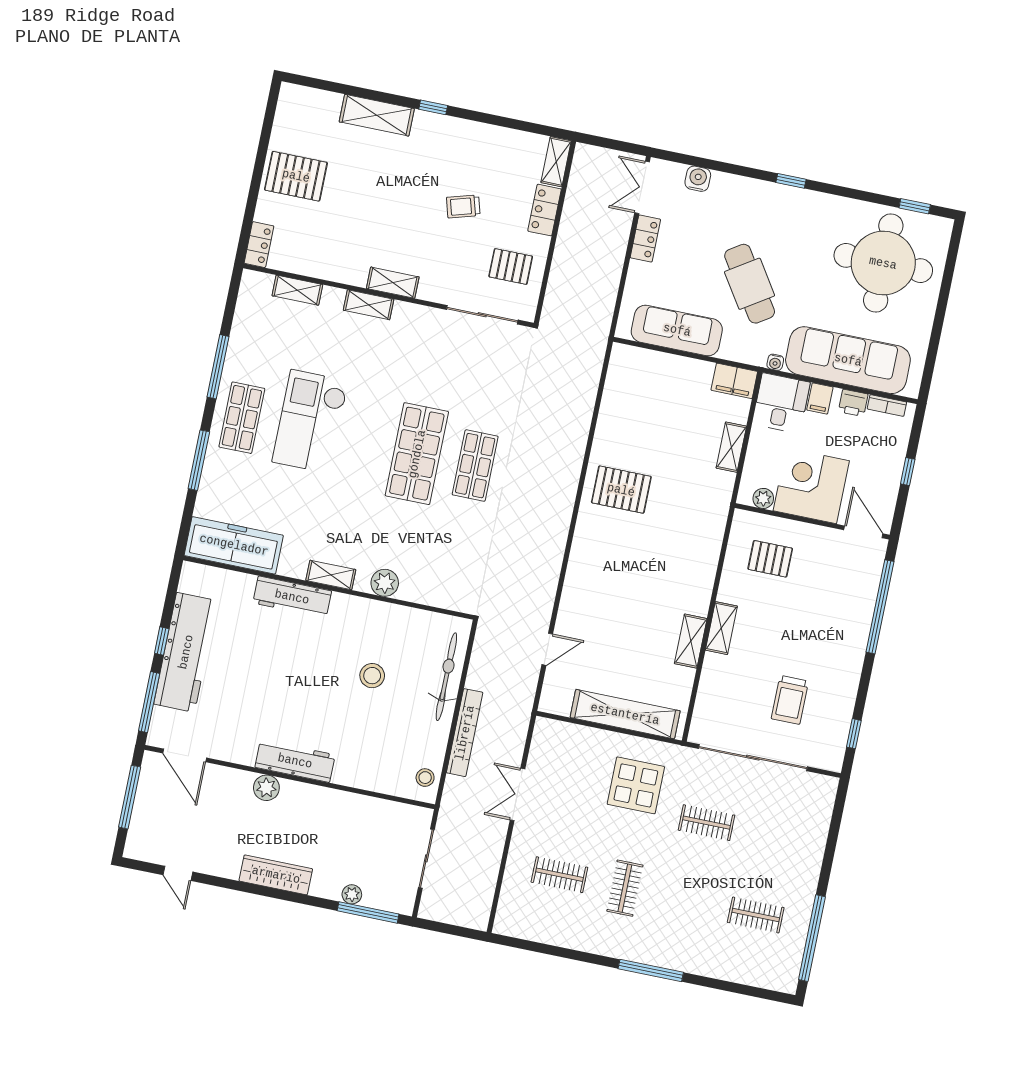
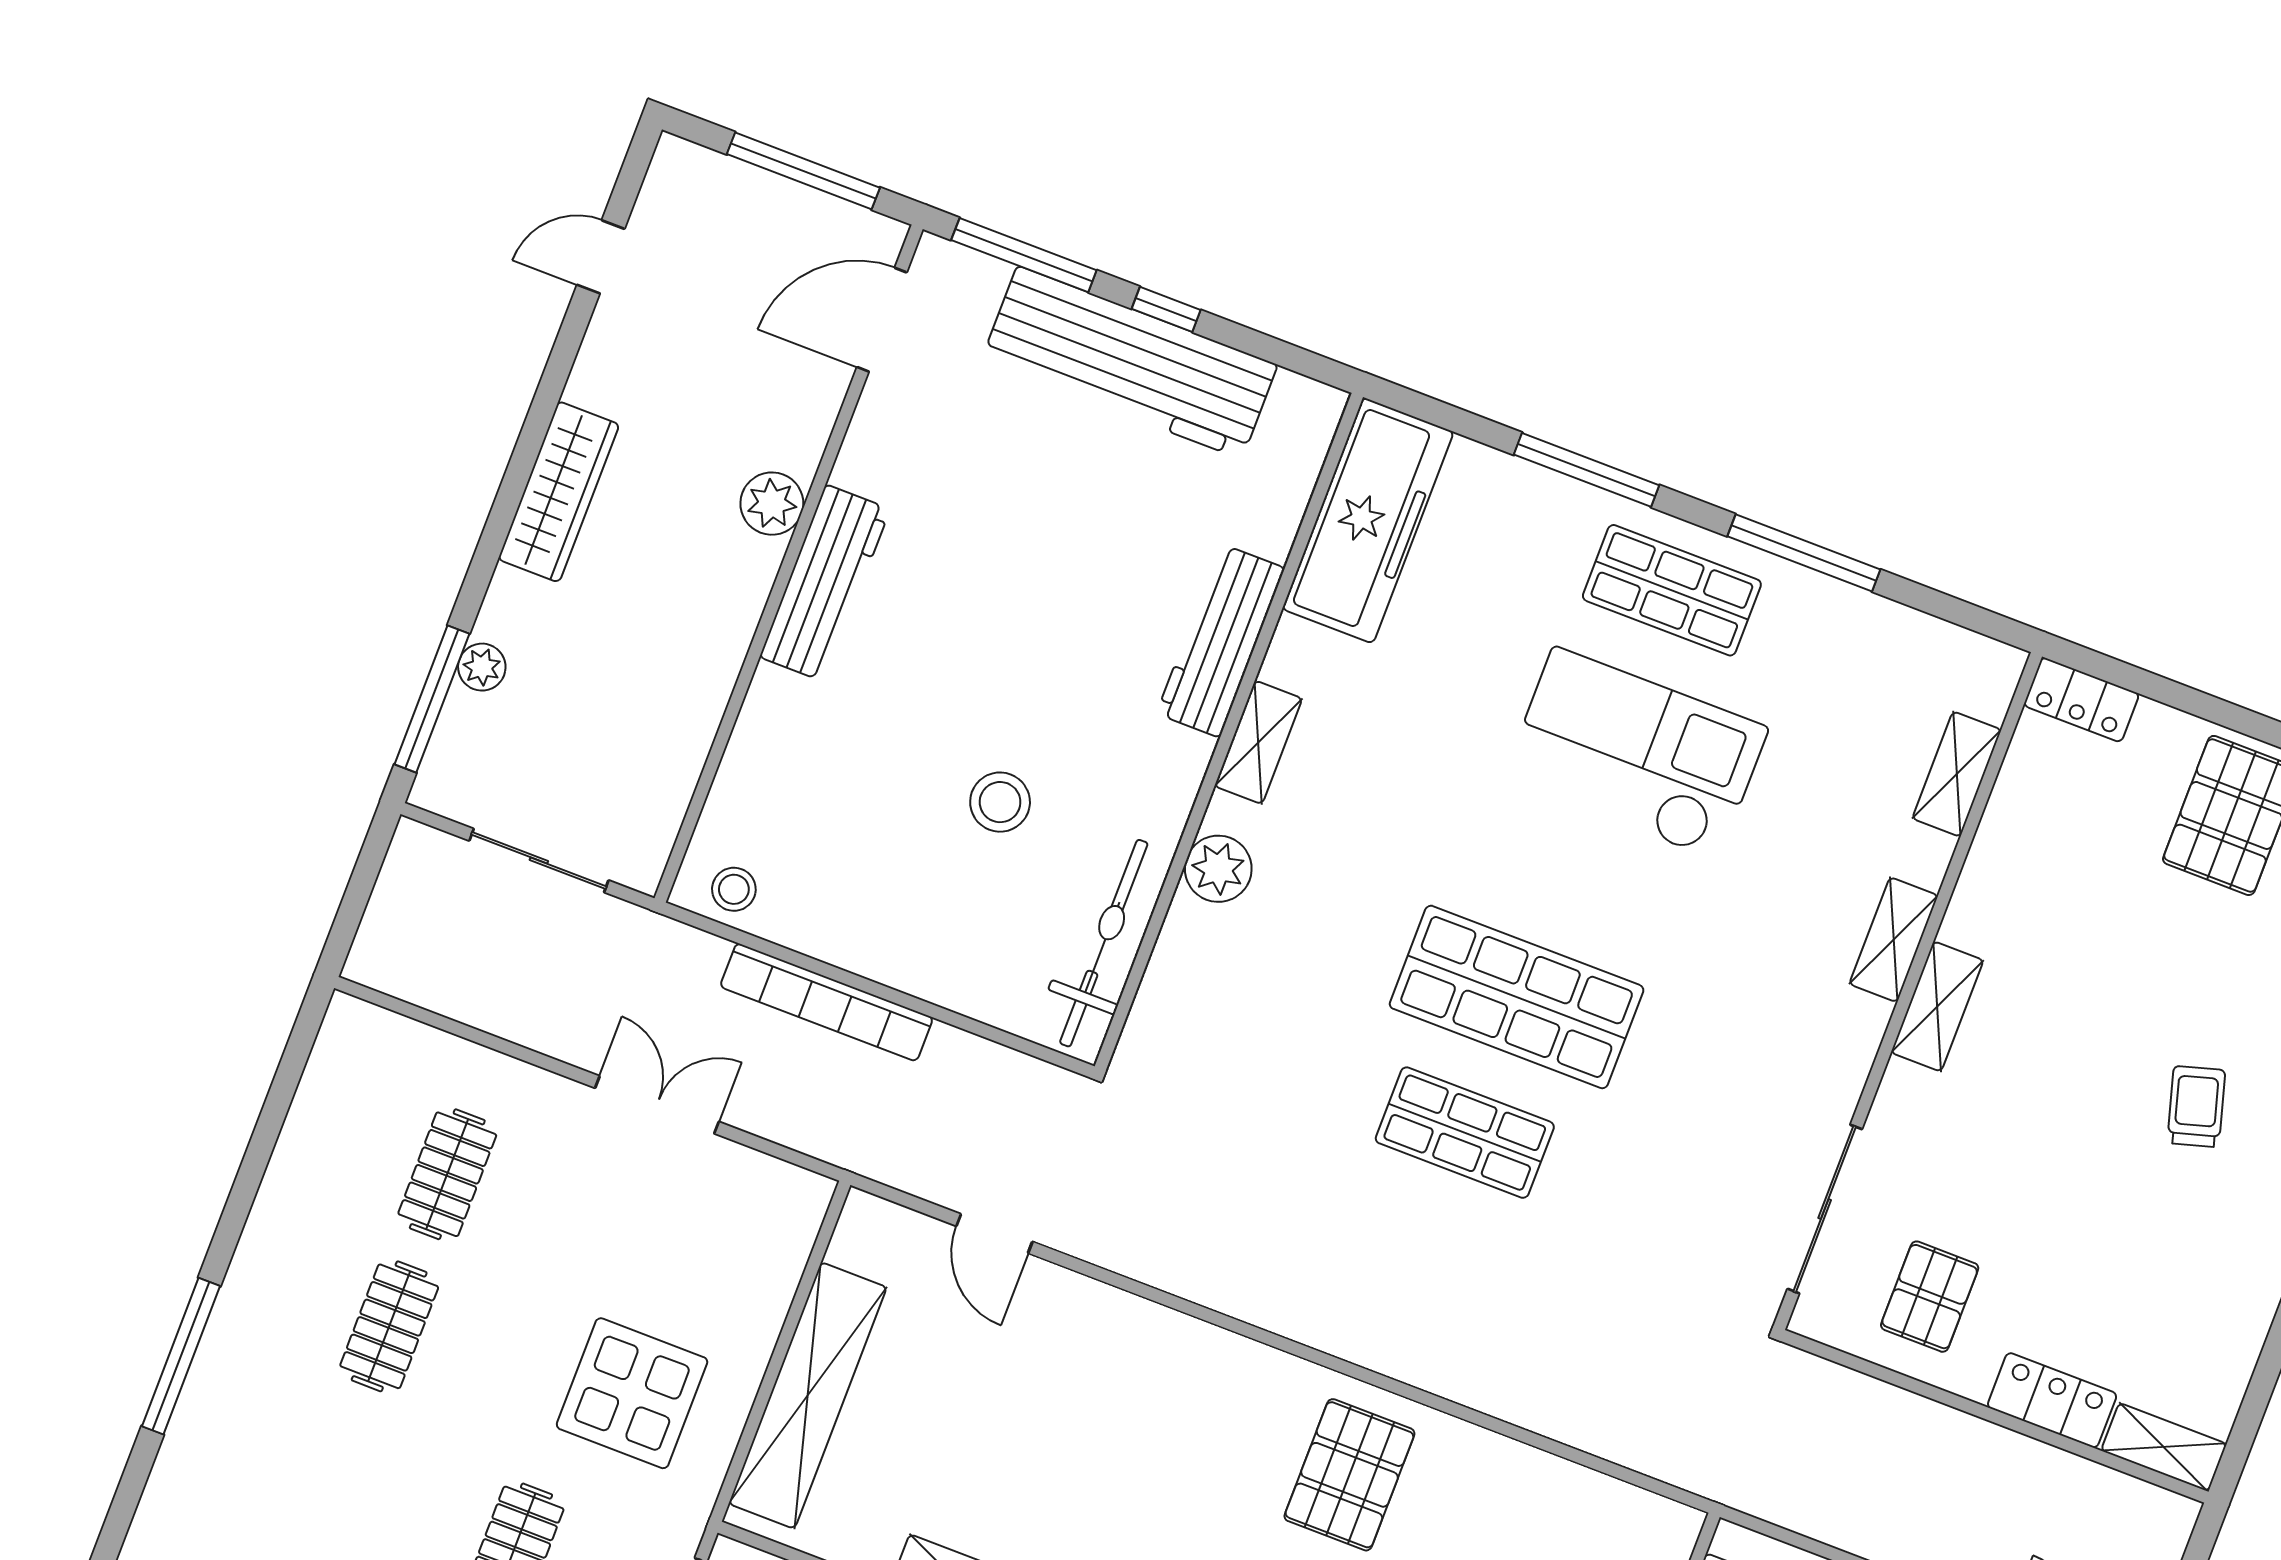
trolley: (463, 206) -> (2196, 1107), moved
bicycle: (446, 677) -> (1104, 943), moved, turned -90
clothes rail: (625, 888) -> (389, 1326), turned 90

